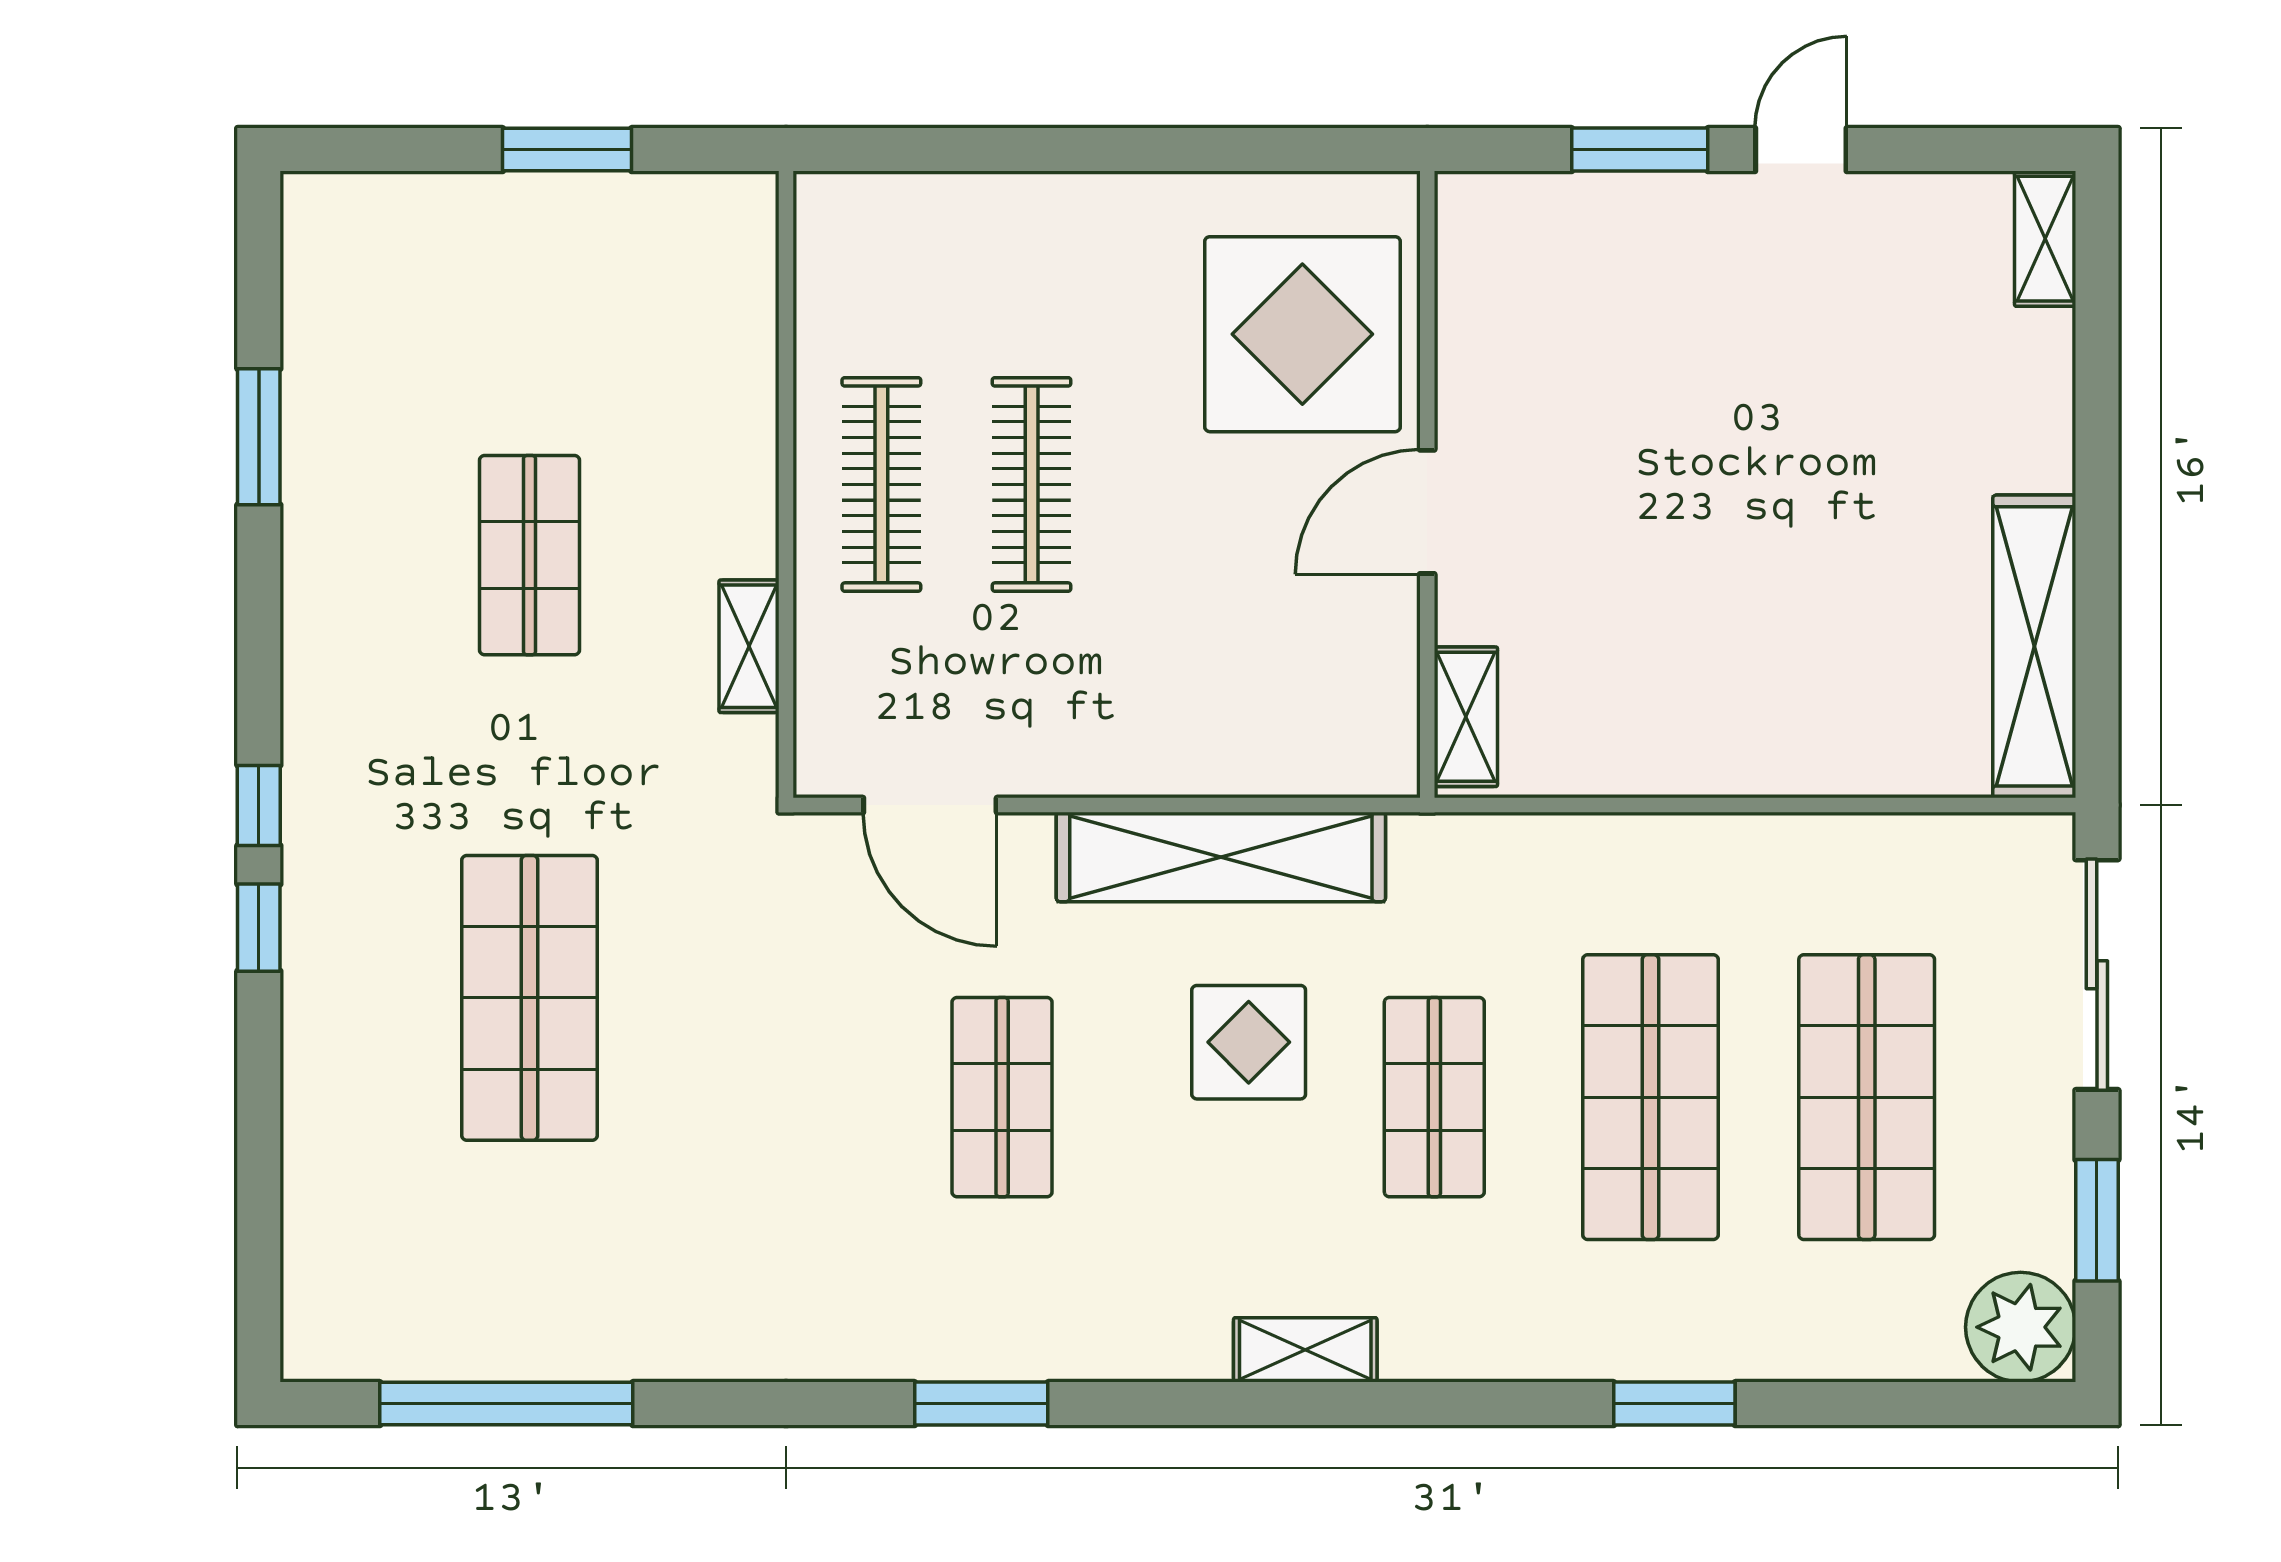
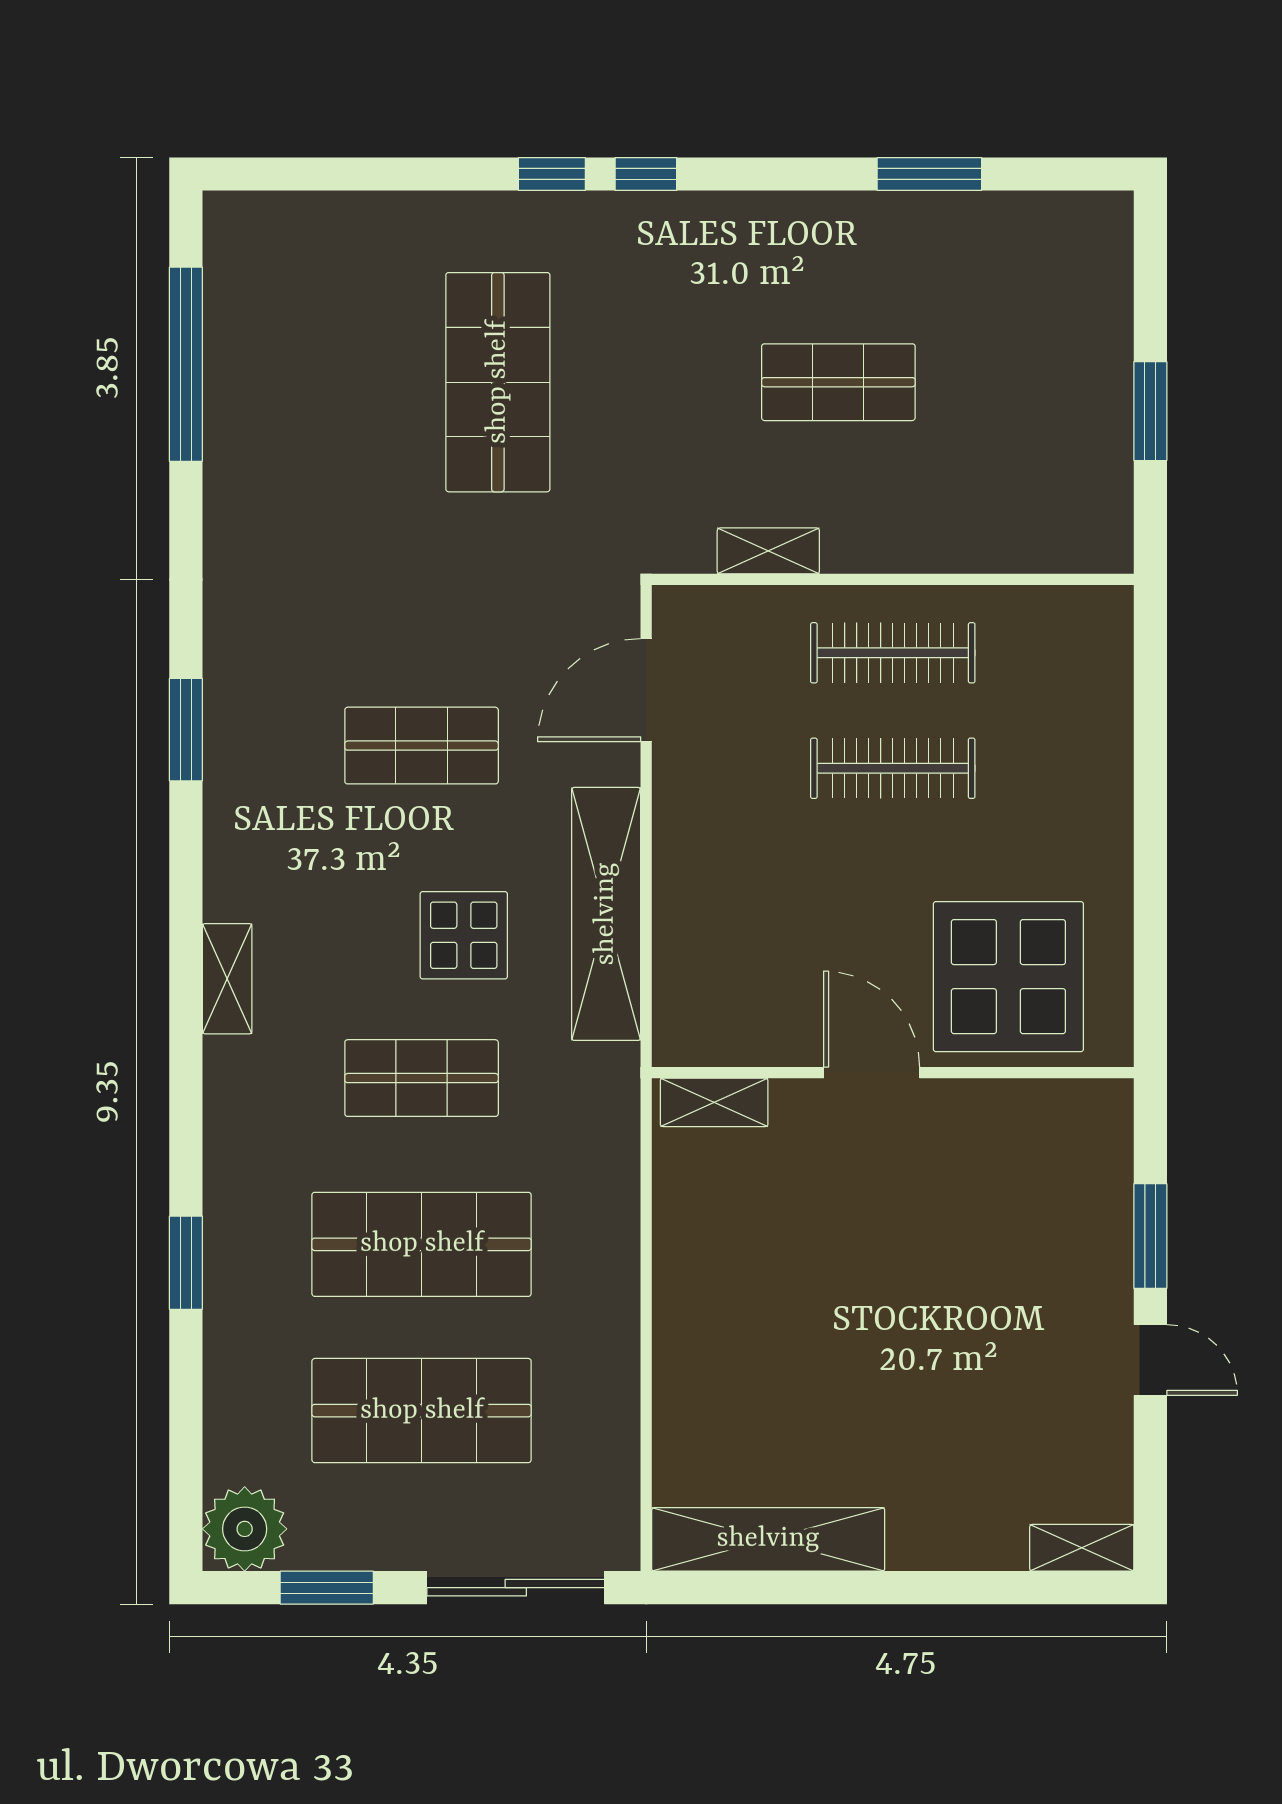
shop shelf: (529, 998) -> (498, 382), turned 90

